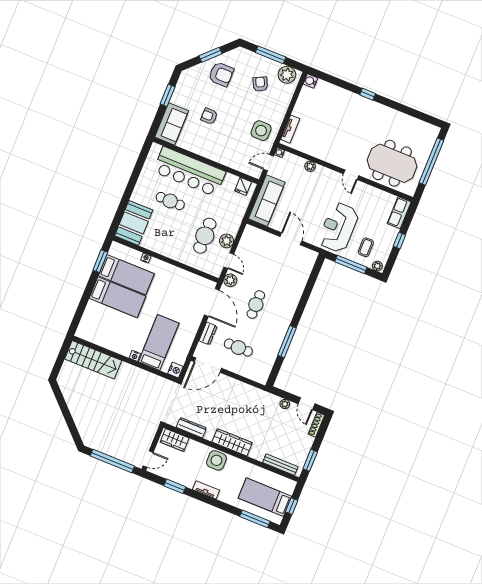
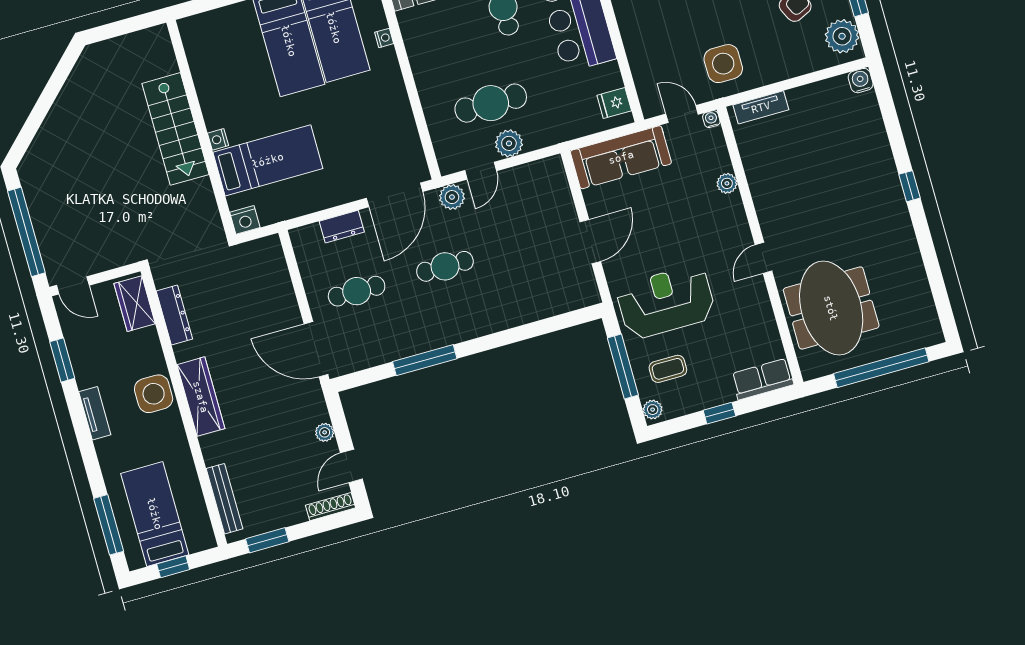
cafe table: (238, 348) -> (357, 291), turned 90
stairs: (93, 360) -> (175, 129), moved
door: (208, 365) -> (316, 349), moved

